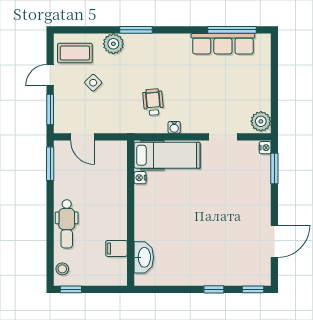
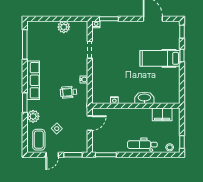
row of seats: (223, 44) -> (33, 80), moved
door: (50, 75) -> (52, 155), hinge flipped
plant: (261, 121) -> (64, 27), moved
door: (83, 137) -> (90, 123), moved
hospital bed: (167, 155) -> (160, 58), moved, turned -90
dental chair: (67, 224) -> (142, 145), turned 180
filing cabinet: (116, 248) -> (162, 114), width x2.00
washbasin: (144, 257) -> (144, 98), moved

